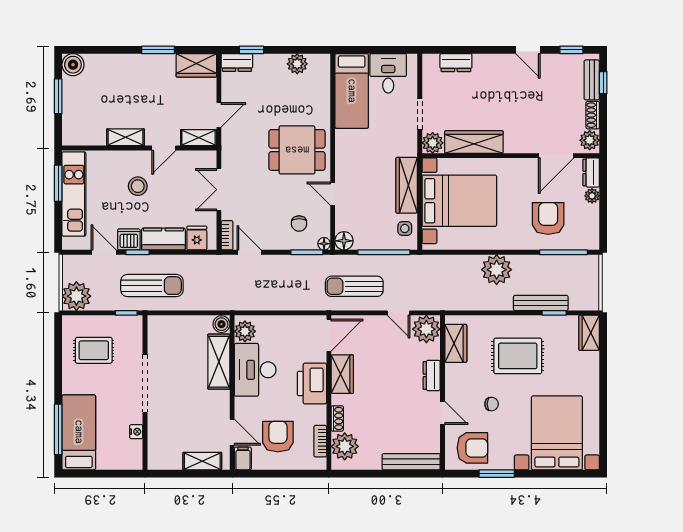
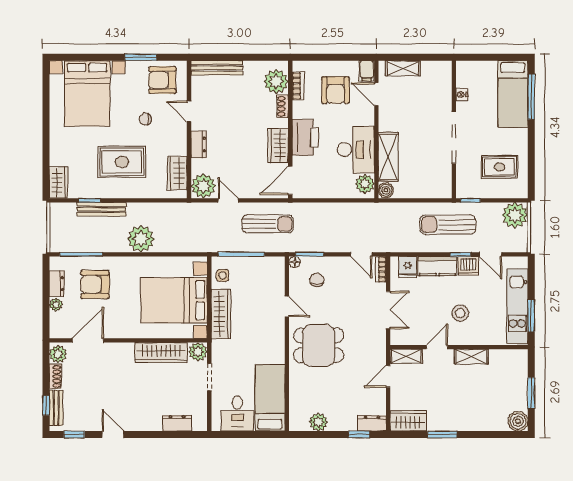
dresser: (591, 172) -> (57, 284), moved
armchair: (548, 218) -> (95, 284), turned 90
floor lamp: (344, 241) -> (277, 264), removed

